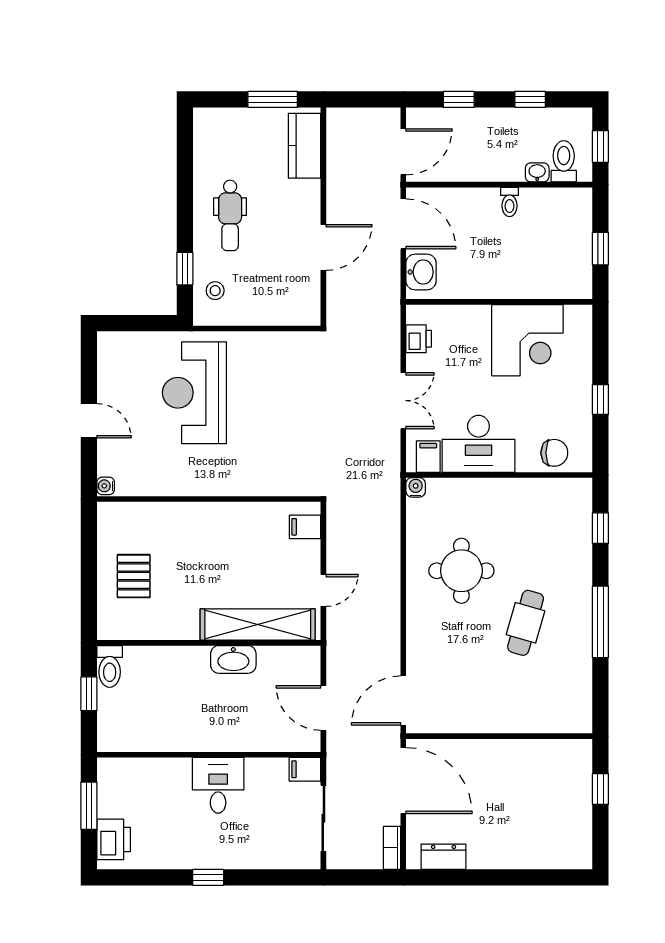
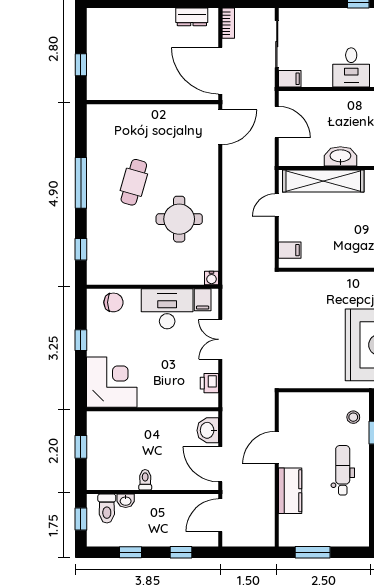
kitchen counter: (305, 146) -> (290, 491), moved
corner desk: (527, 340) -> (112, 382), moved, turned 90
chair: (554, 453) -> (113, 302), turned 180

